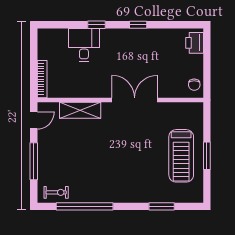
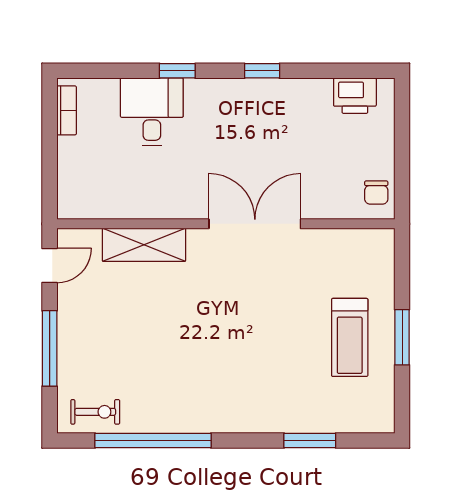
printer: (195, 43) -> (355, 96), moved, turned -90
bookcase: (42, 79) -> (67, 110), moved, width x0.64
treadmill: (181, 156) -> (350, 337), width x0.73, depth x0.73

